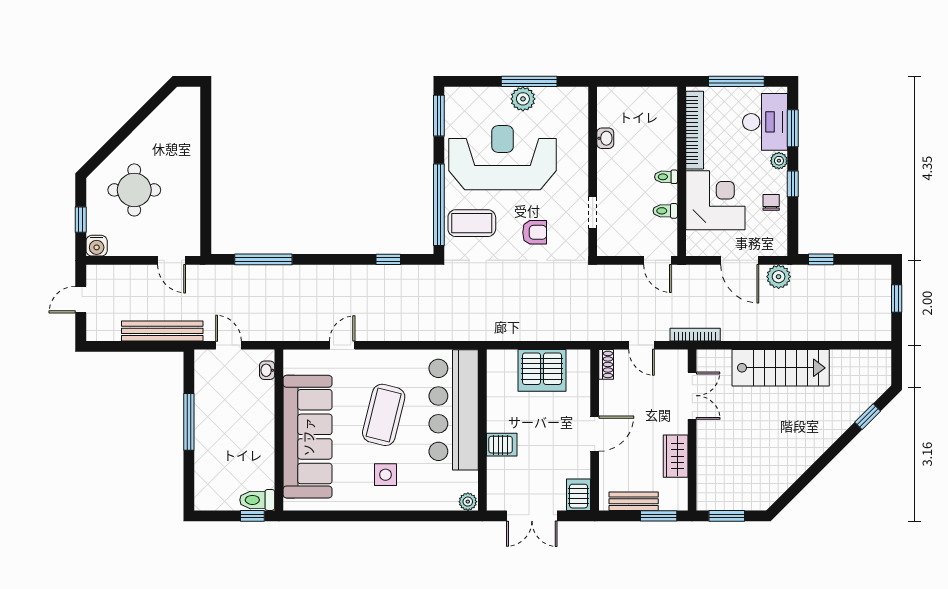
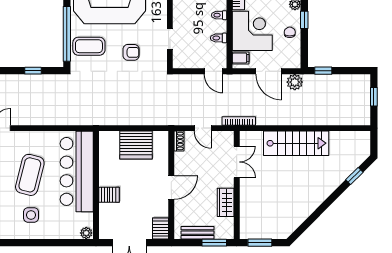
filing cabinet: (698, 241) -> (241, 58), added

